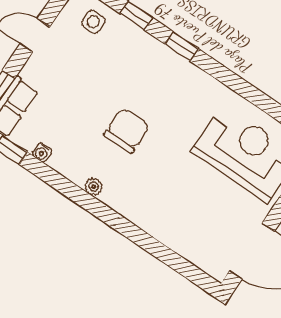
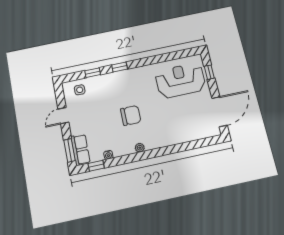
chair: (127, 131) -> (131, 115), turned 90

